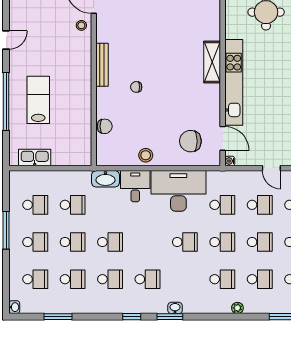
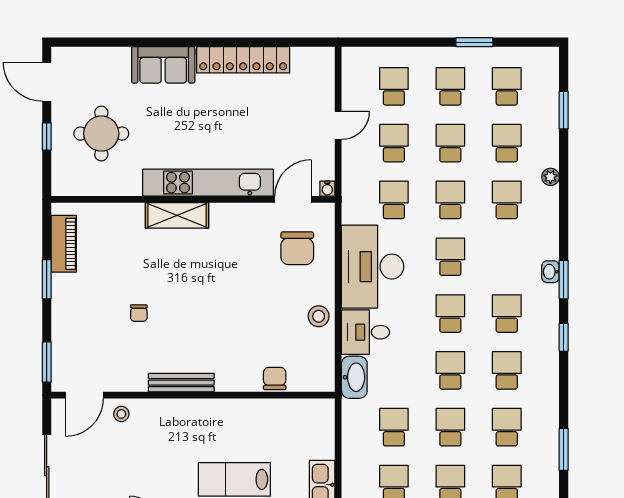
chair: (136, 87) -> (139, 313), moved
school desk: (147, 242) -> (450, 314), added

